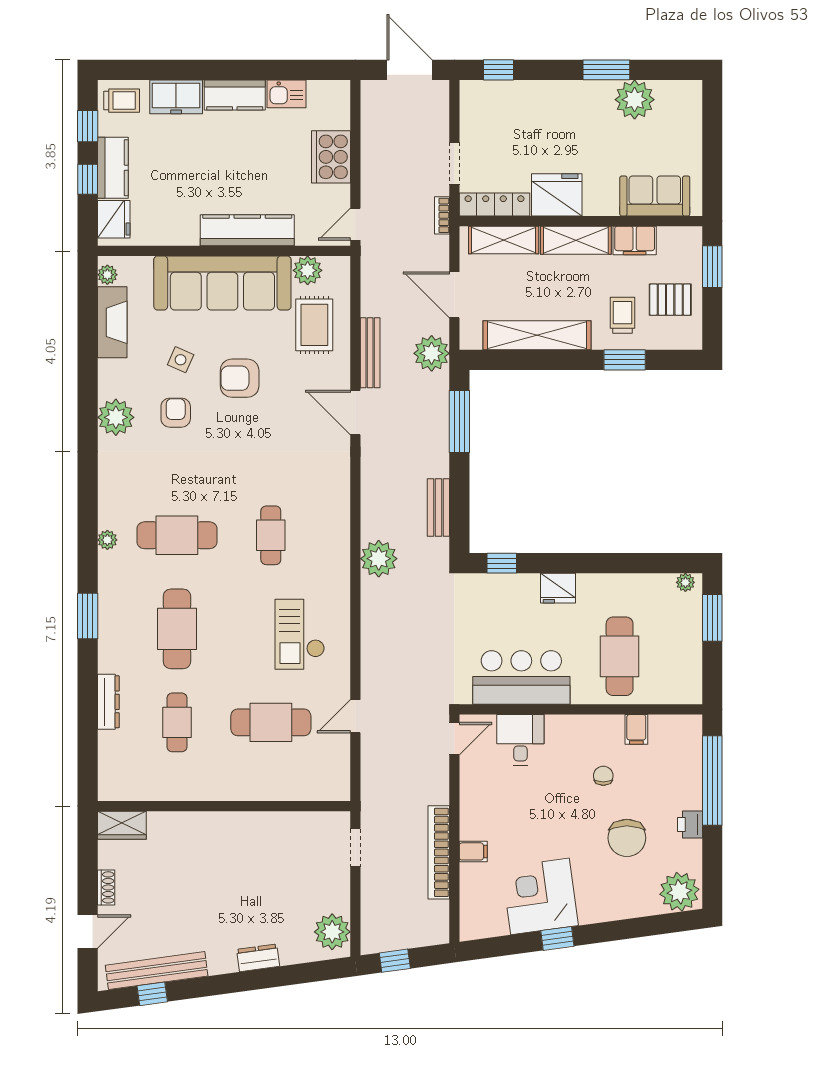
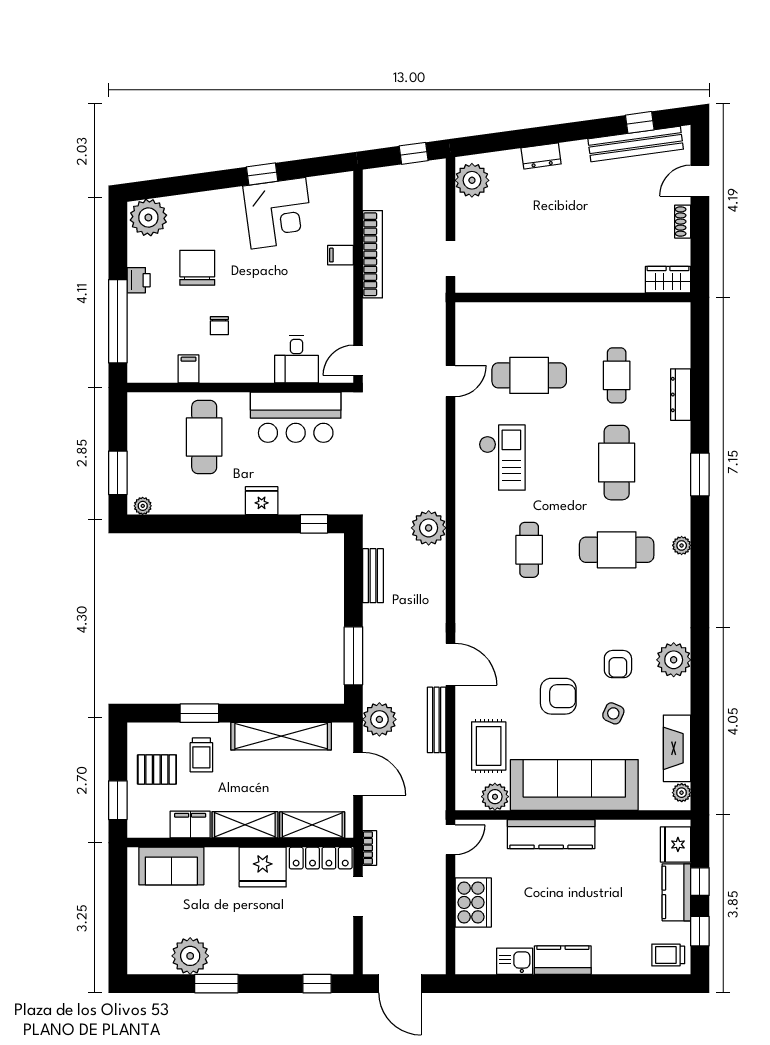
freezer: (176, 97) -> (617, 958), removed

